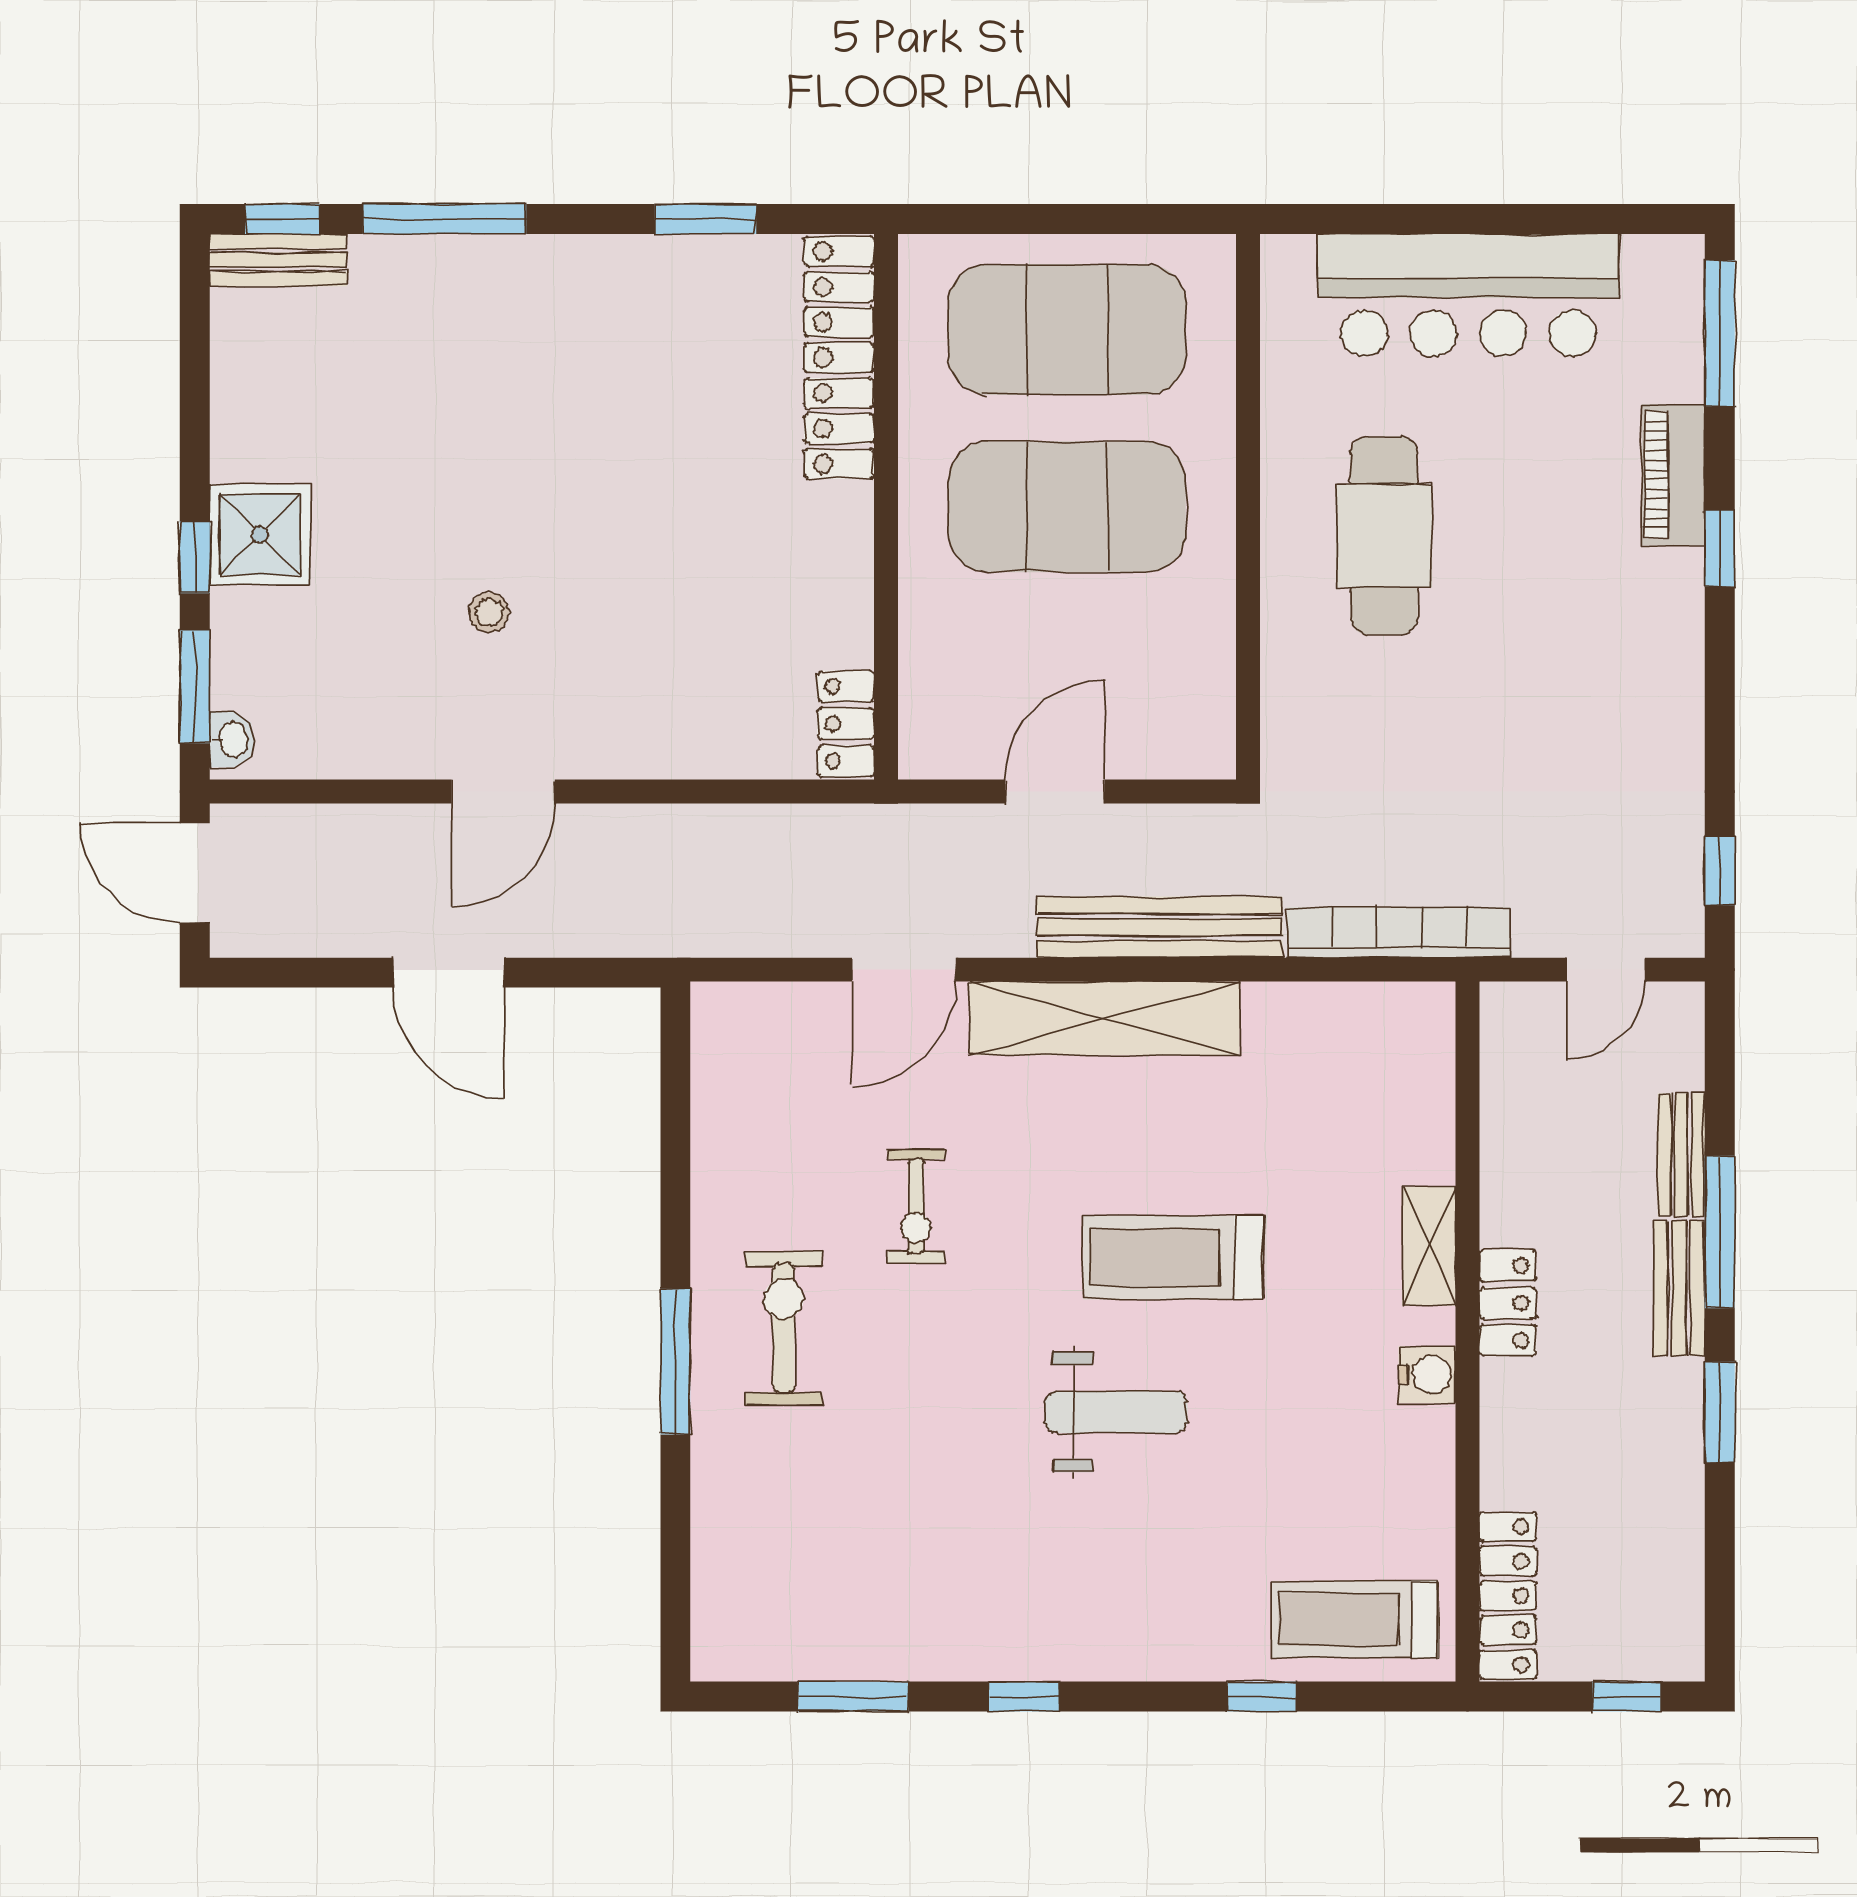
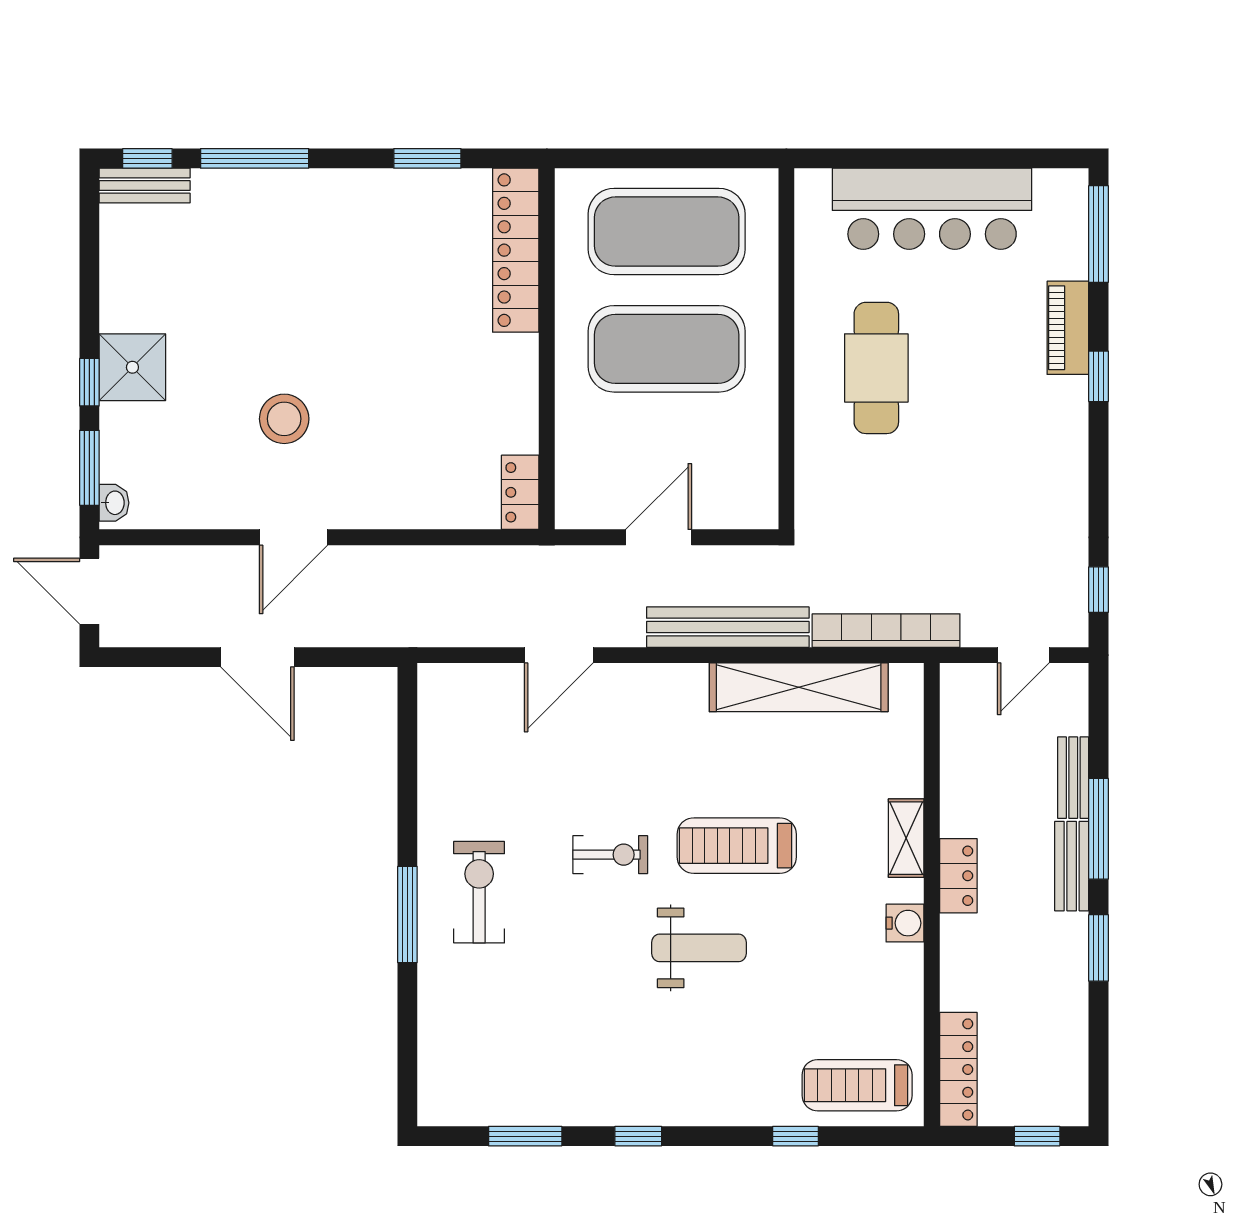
stool: (489, 613) -> (284, 419), width x1.89, depth x1.89
shelving: (1104, 1018) -> (799, 687), moved
exercise bike: (916, 1206) -> (610, 855), moved, turned -90

